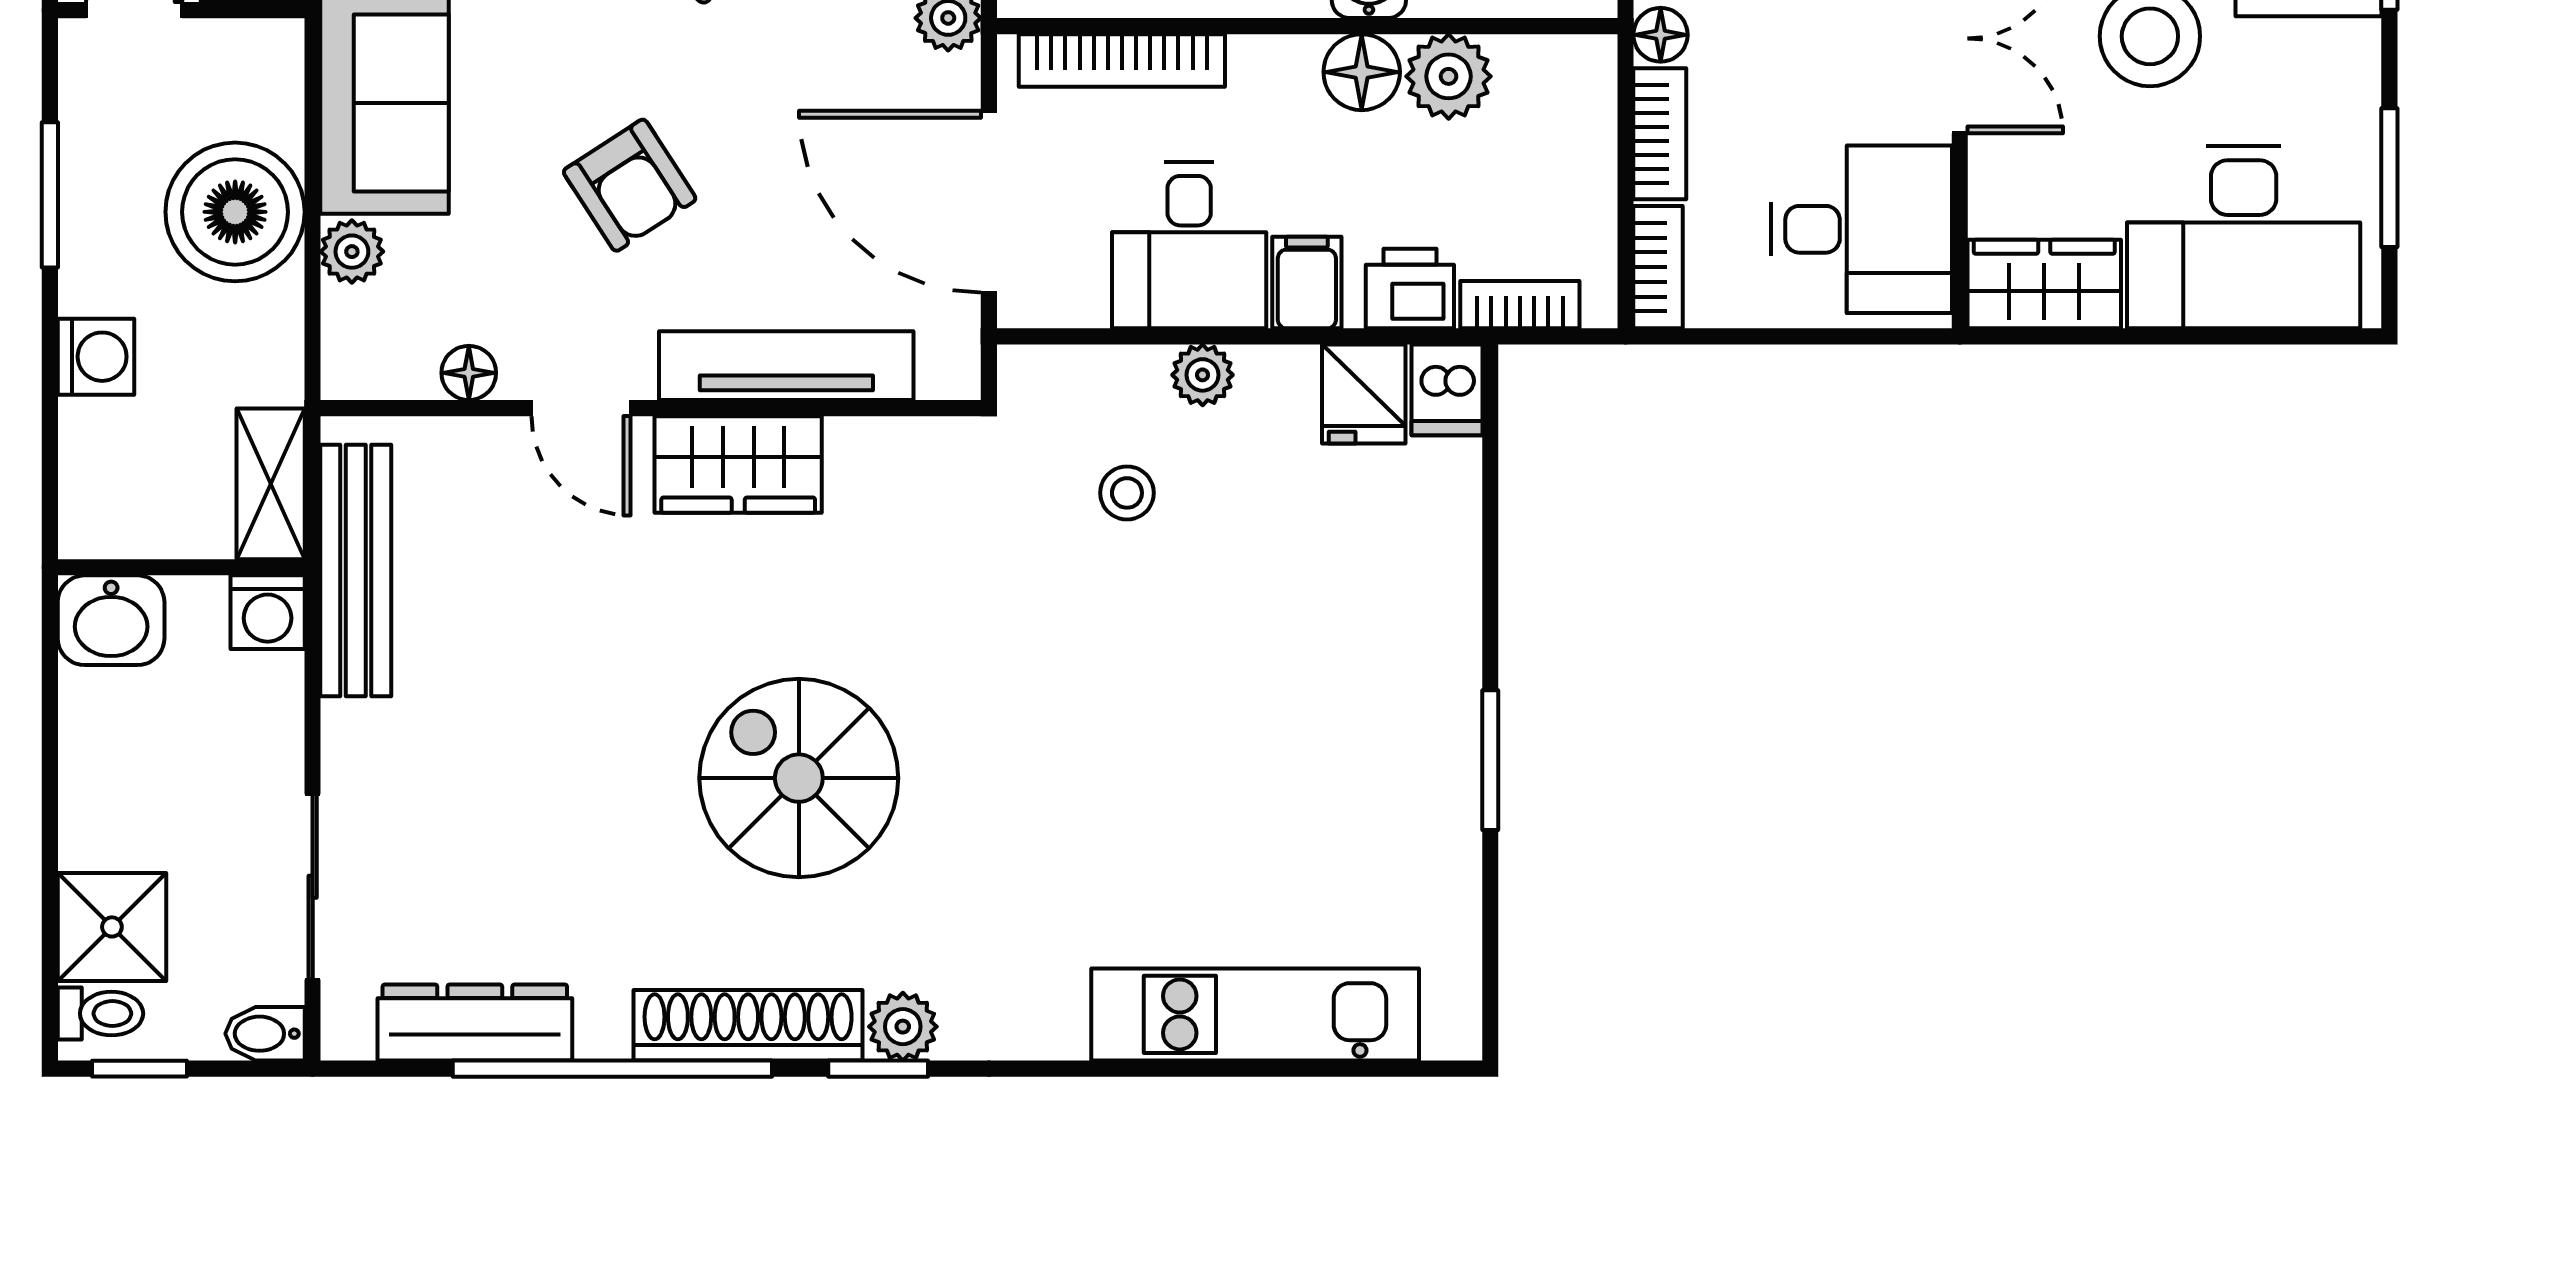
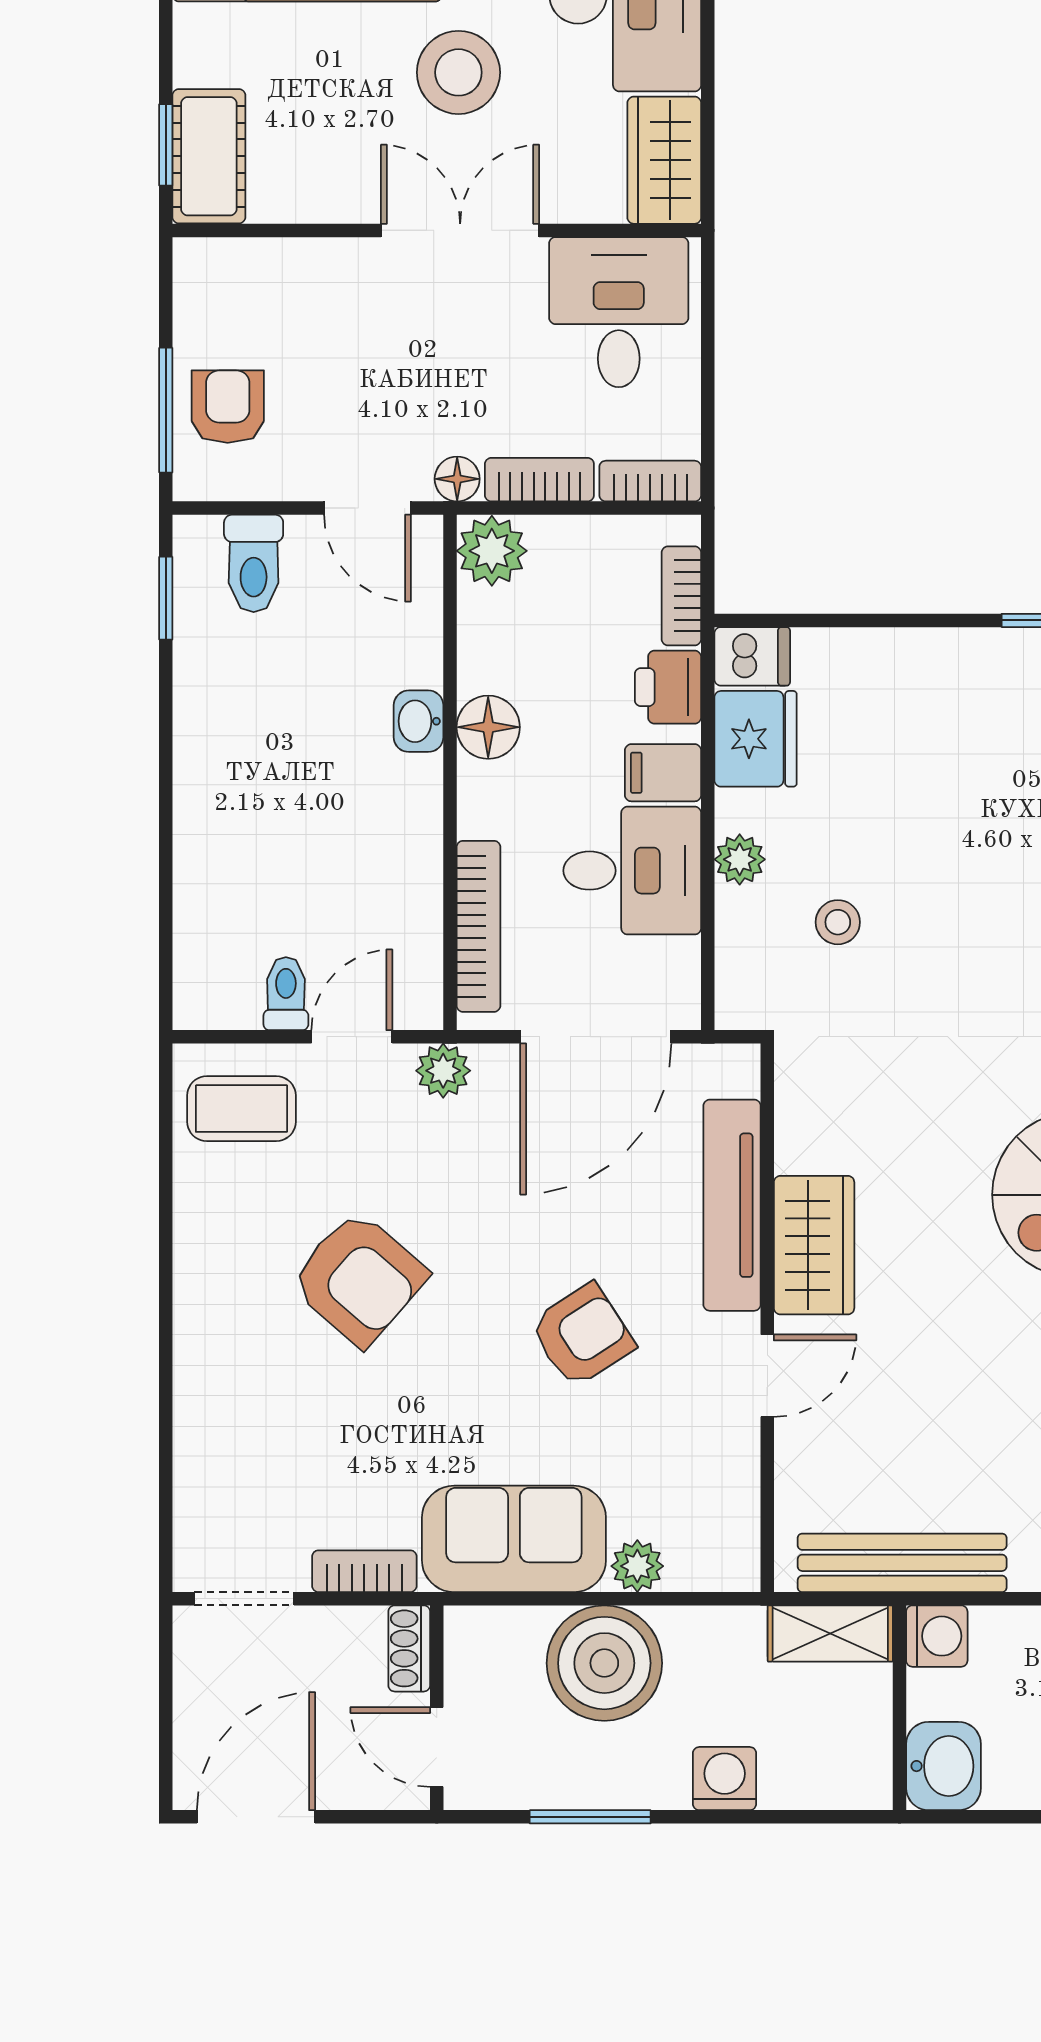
plant: (1449, 76) -> (492, 551), moved
floor lamp: (469, 373) -> (738, 1469), removed
fridge: (1364, 394) -> (756, 739), width x1.38

